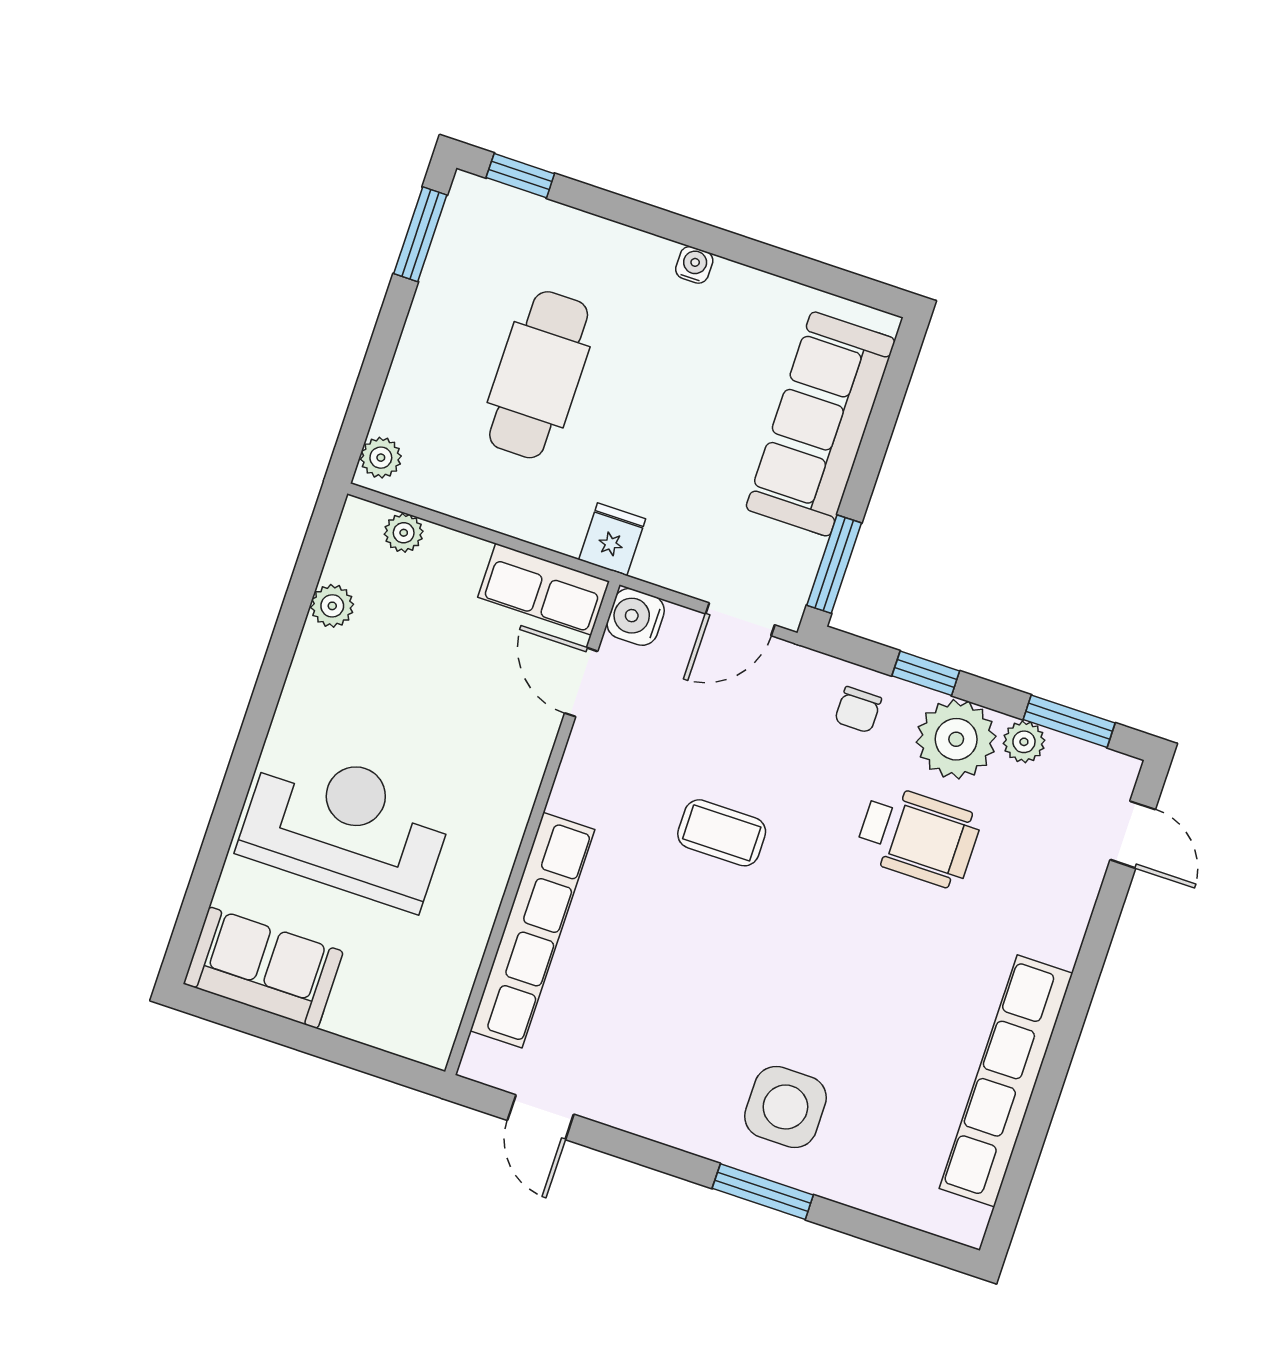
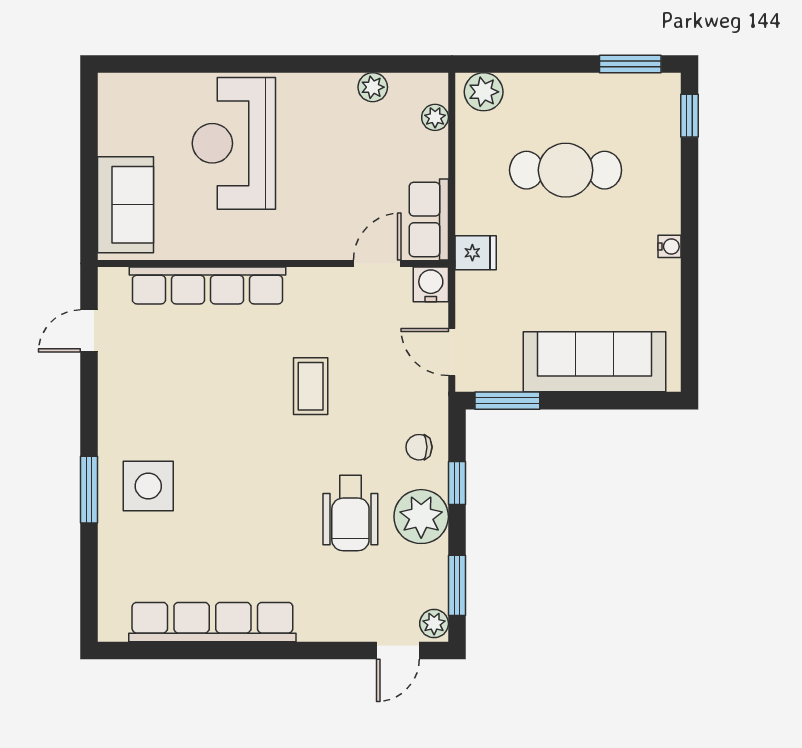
plant: (381, 458) -> (484, 92), width x1.38, depth x1.38
plant: (1024, 742) -> (434, 624), moved
reception desk: (346, 826) -> (234, 143), turned 180
sofa: (263, 968) -> (125, 205), moved

